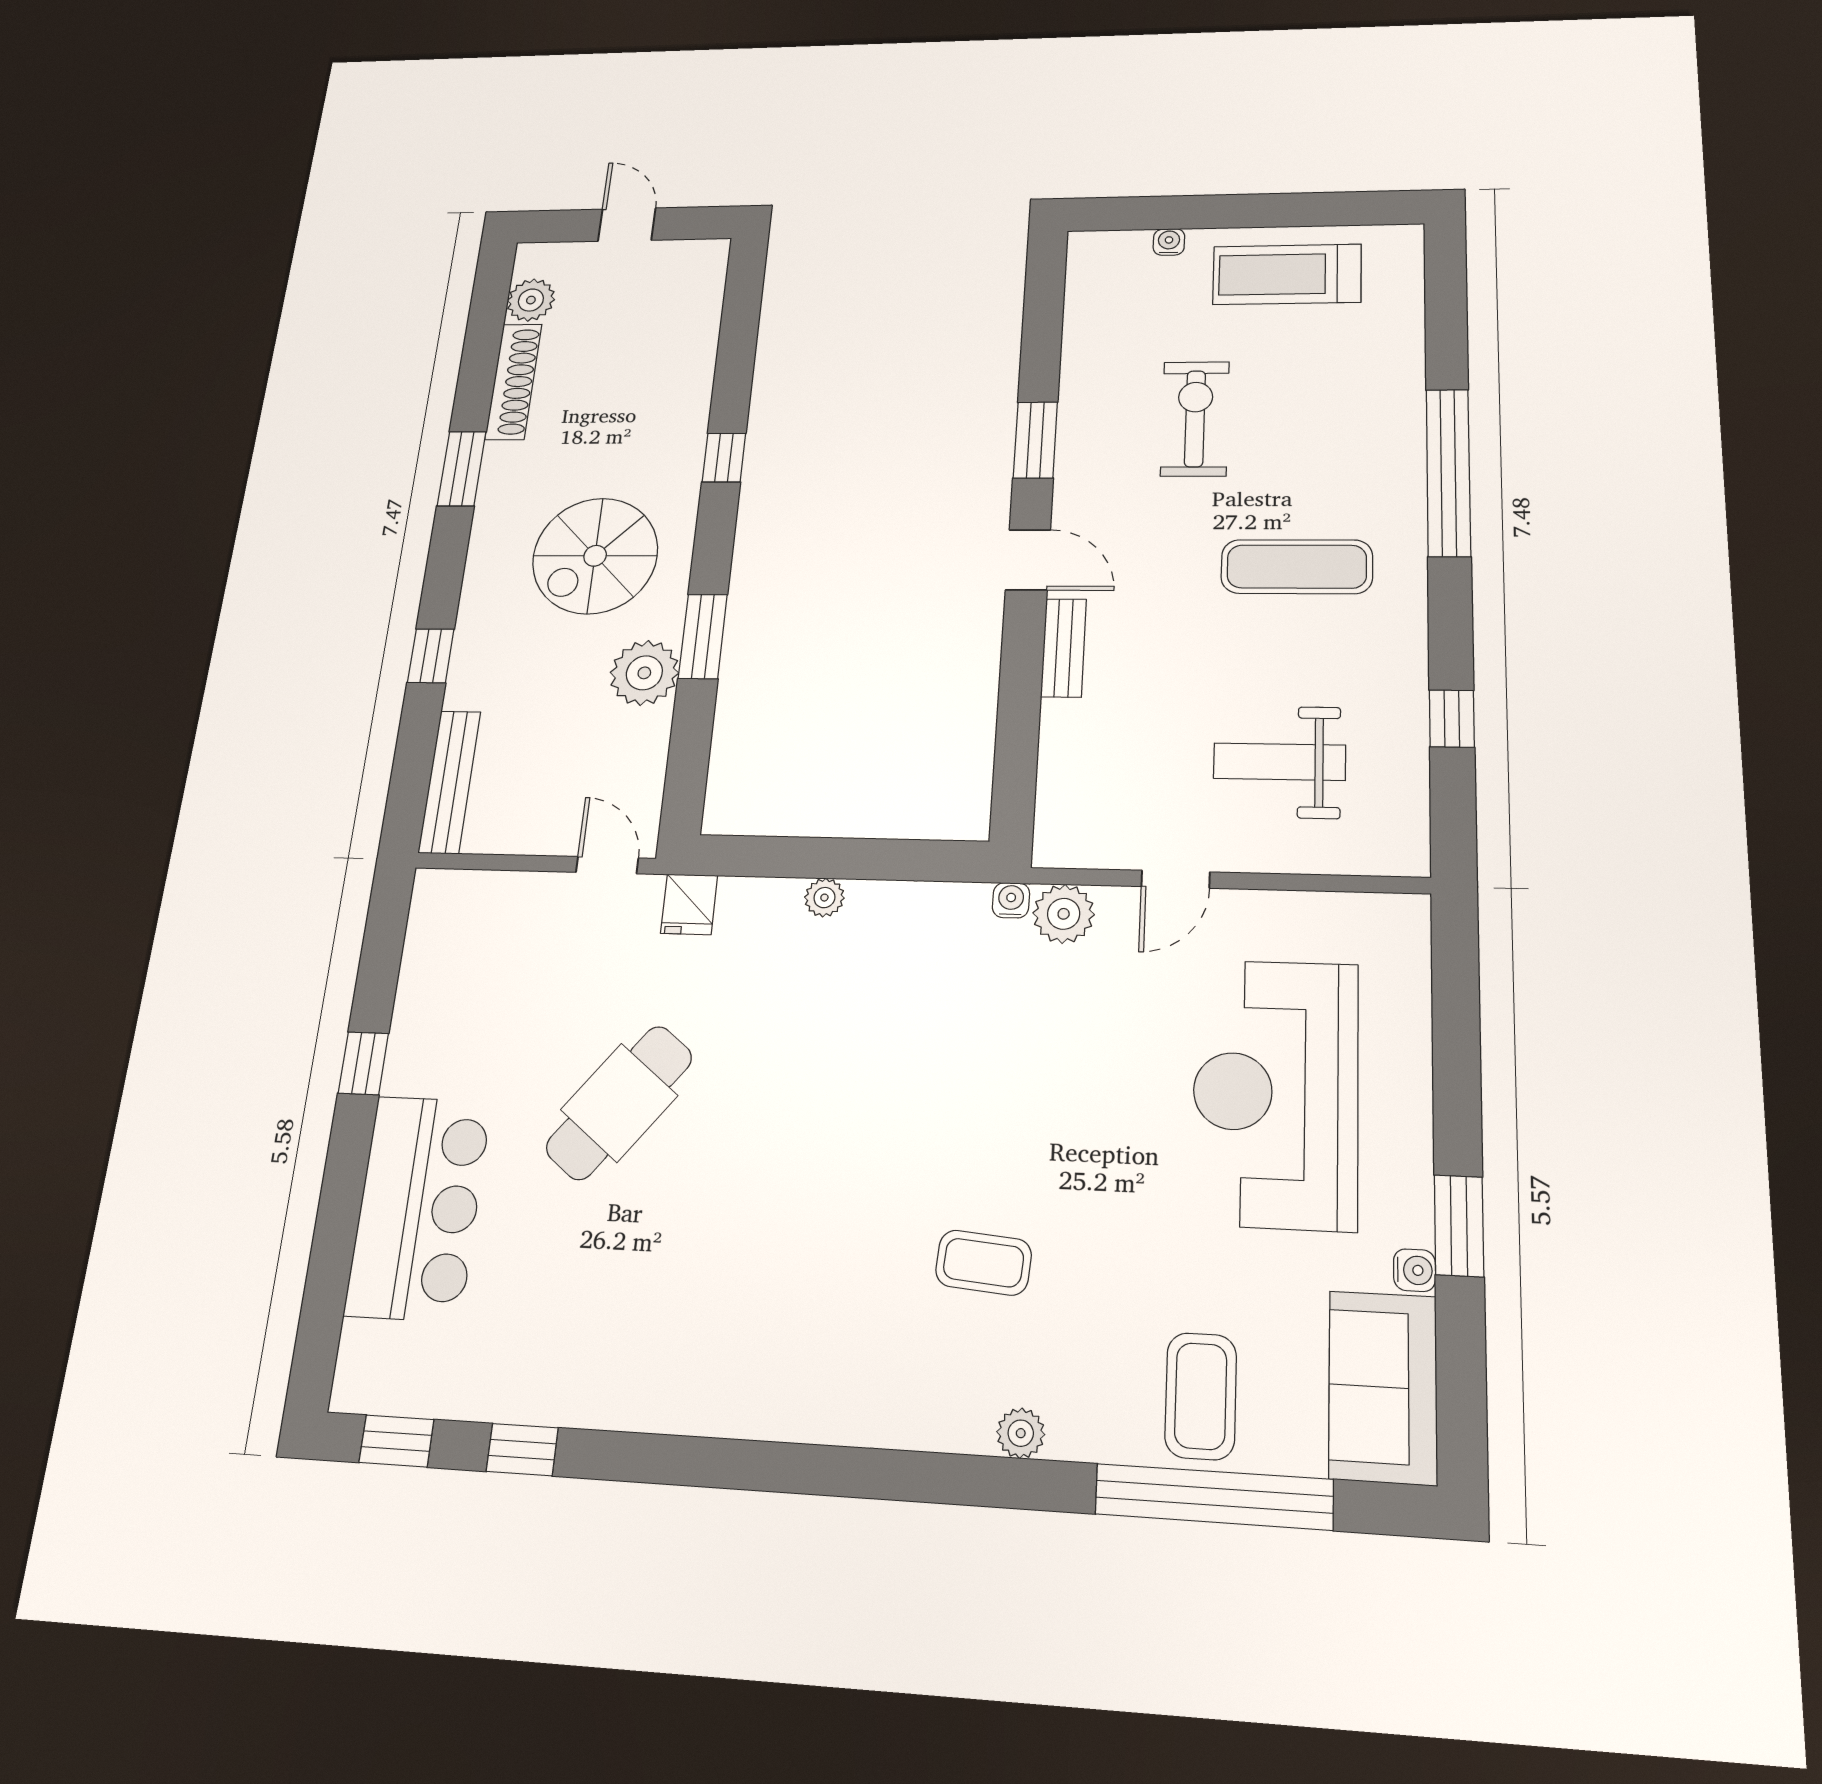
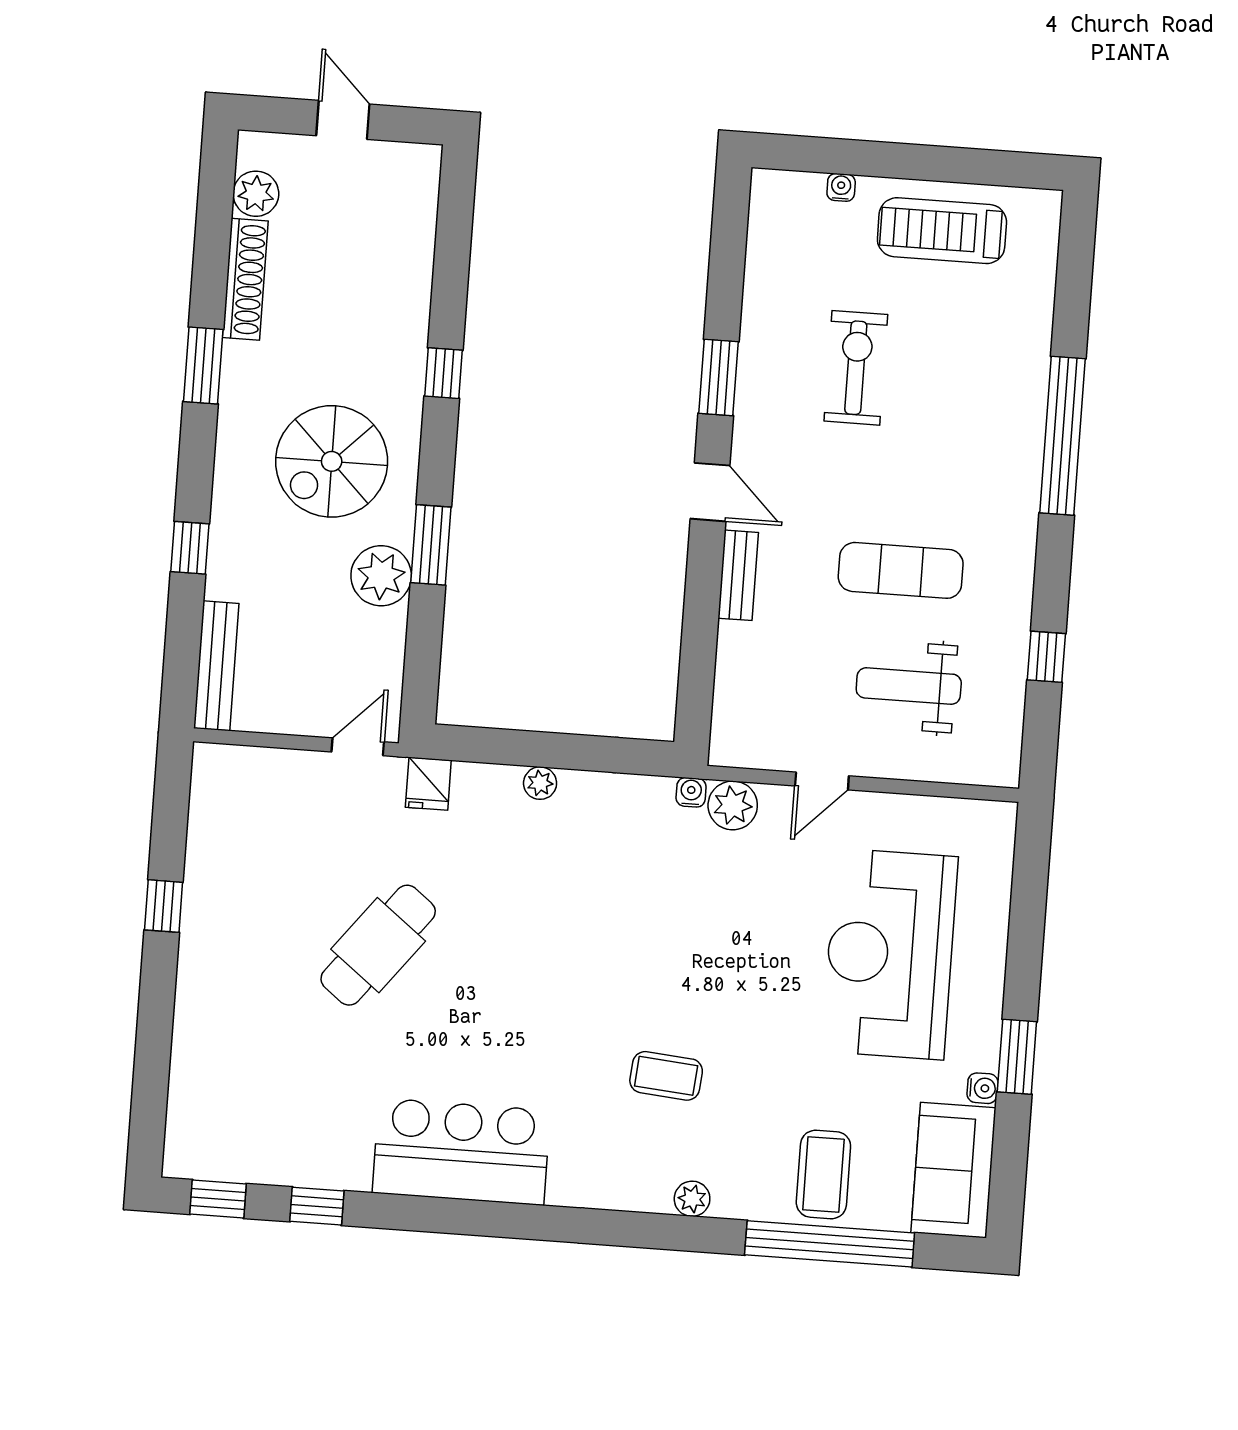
exercise mat: (1297, 567) -> (901, 570), moved
door: (607, 865) -> (358, 747), hinge flipped
bar counter: (418, 1208) -> (461, 1152), moved, turned -90

